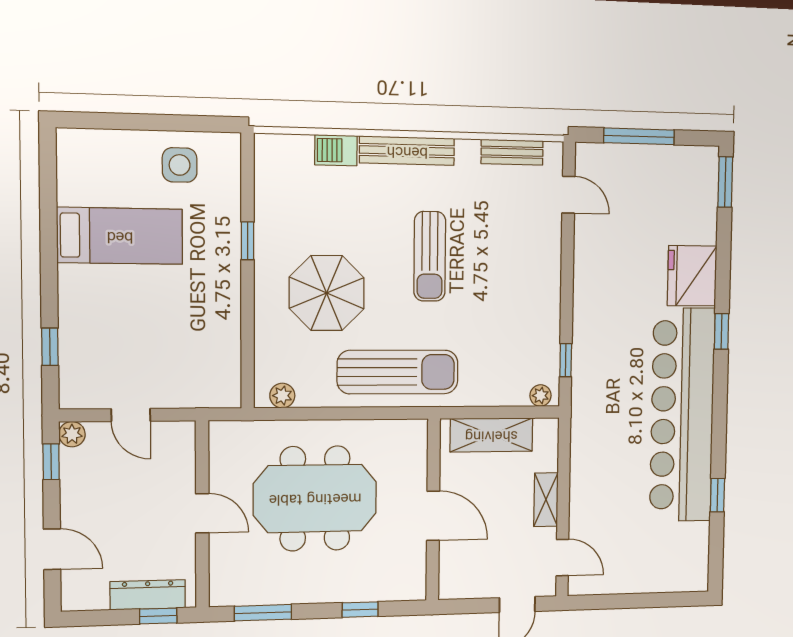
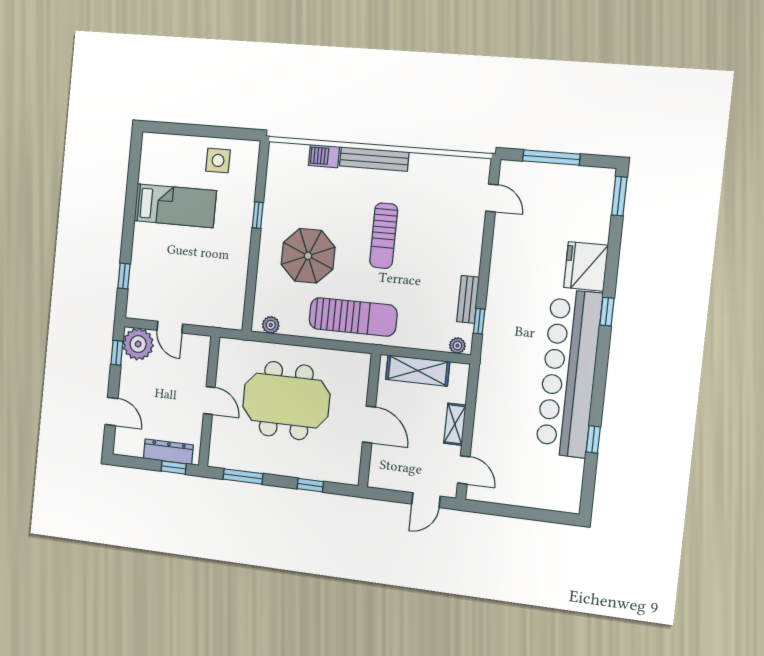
bench: (512, 152) -> (468, 299), moved, turned 90
plant: (72, 434) -> (138, 344), width x1.88, depth x1.88

